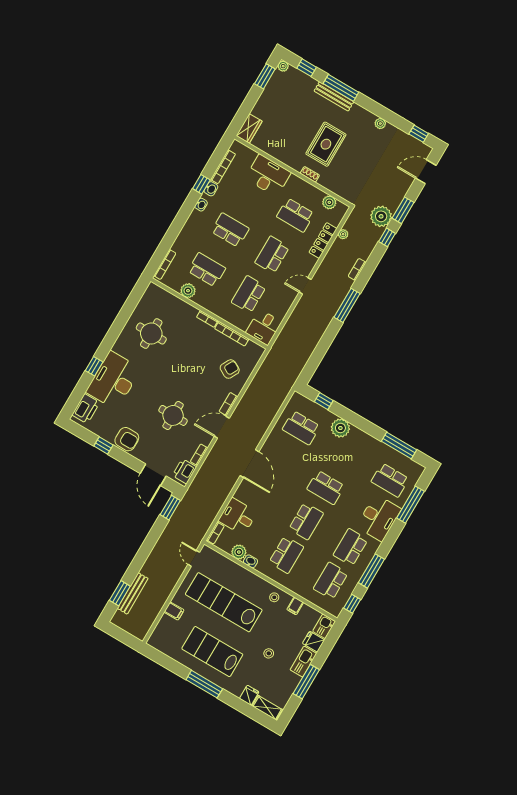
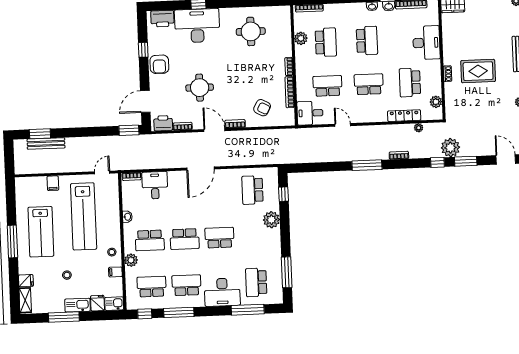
door: (305, 286) -> (343, 125), moved
school desk: (326, 488) -> (219, 238), turned 90
plant: (239, 552) -> (131, 260), moved
lab bench: (224, 602) -> (84, 216), turned 180
lab bench: (212, 652) -> (41, 232), turned 180

